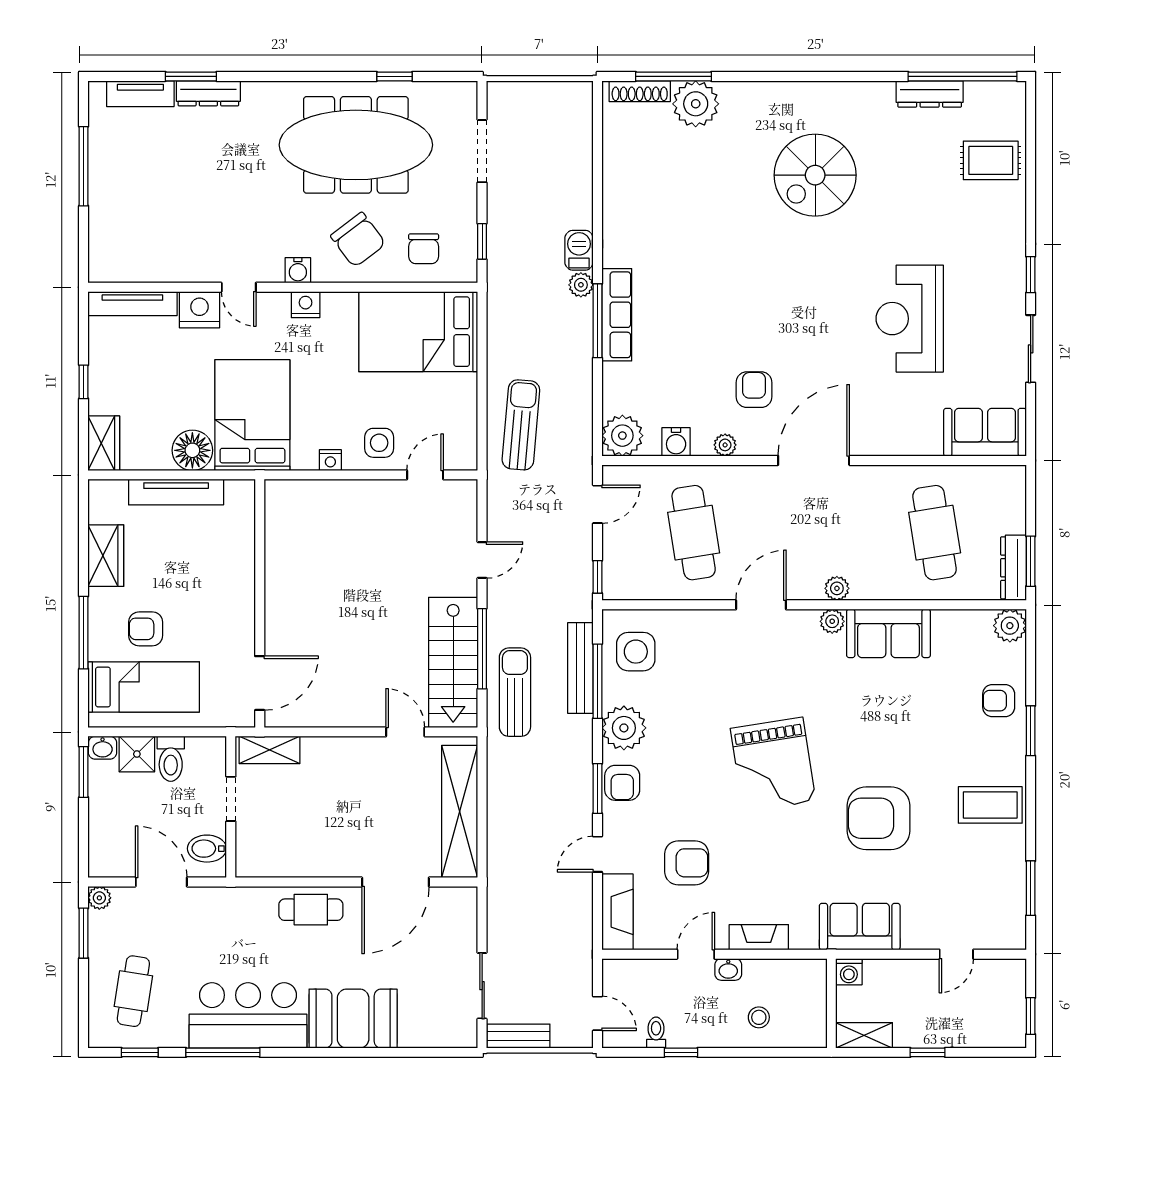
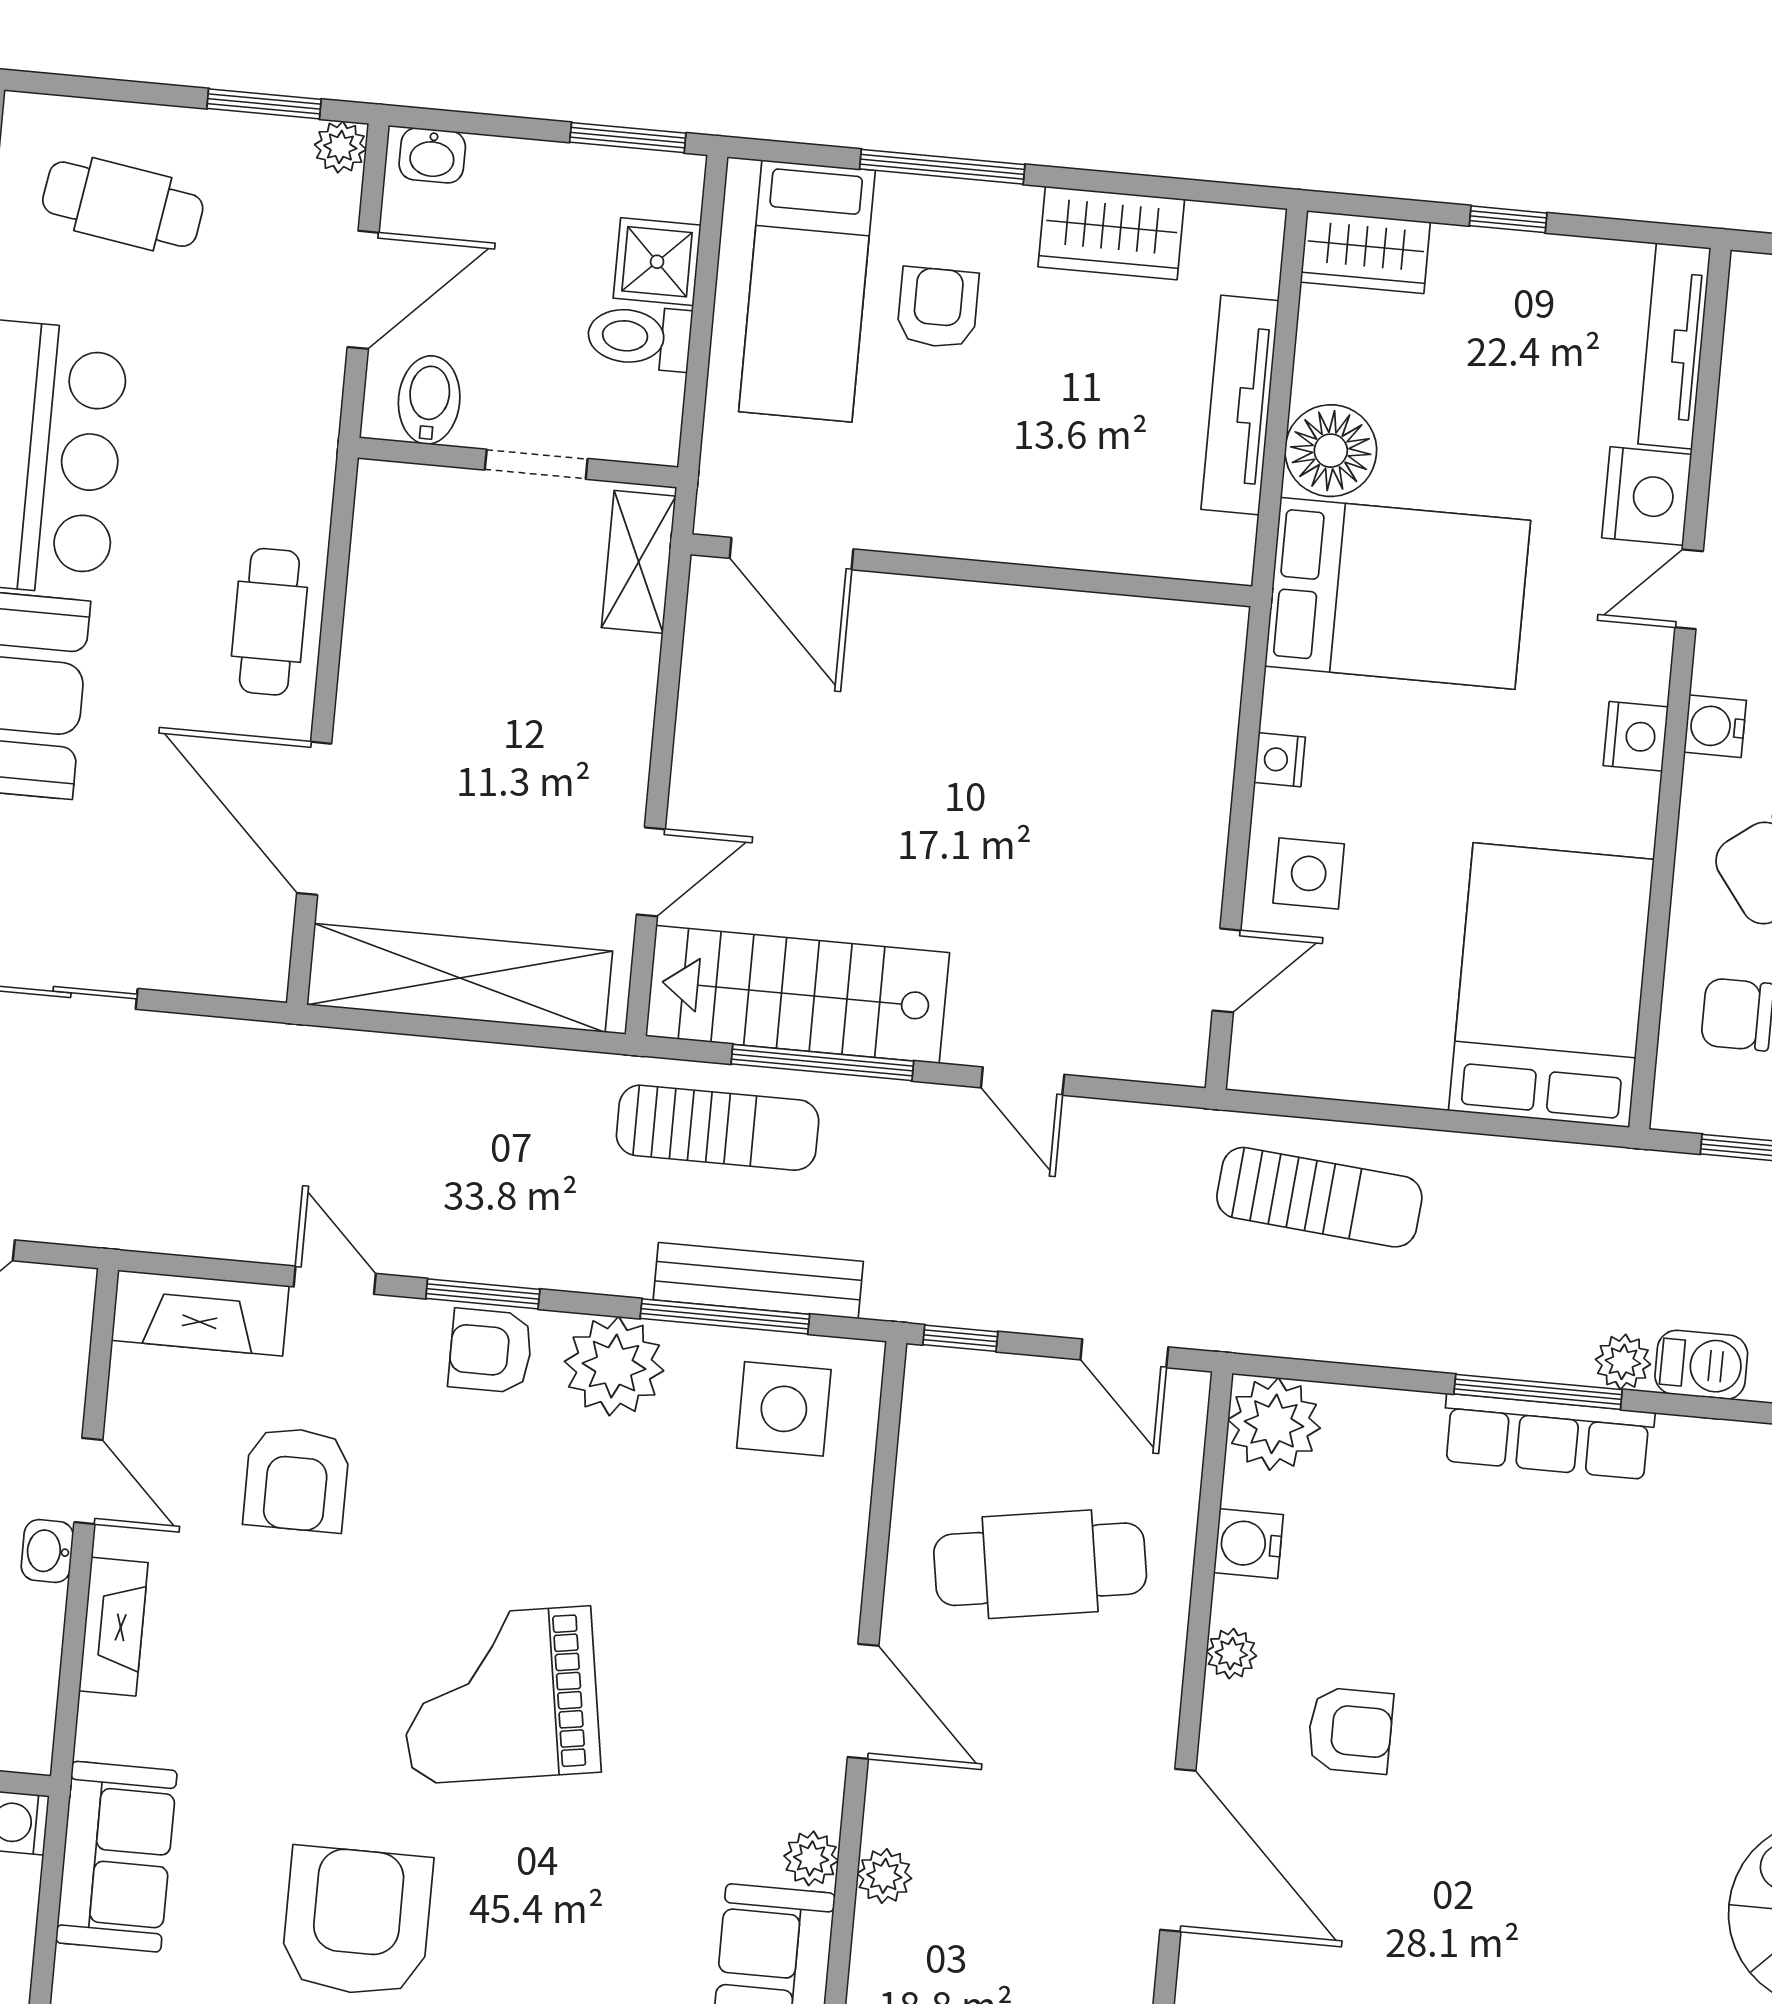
door: (425, 475) -> (1227, 970), hinge flipped
washbasin: (103, 748) -> (432, 155), moved, turned -90

